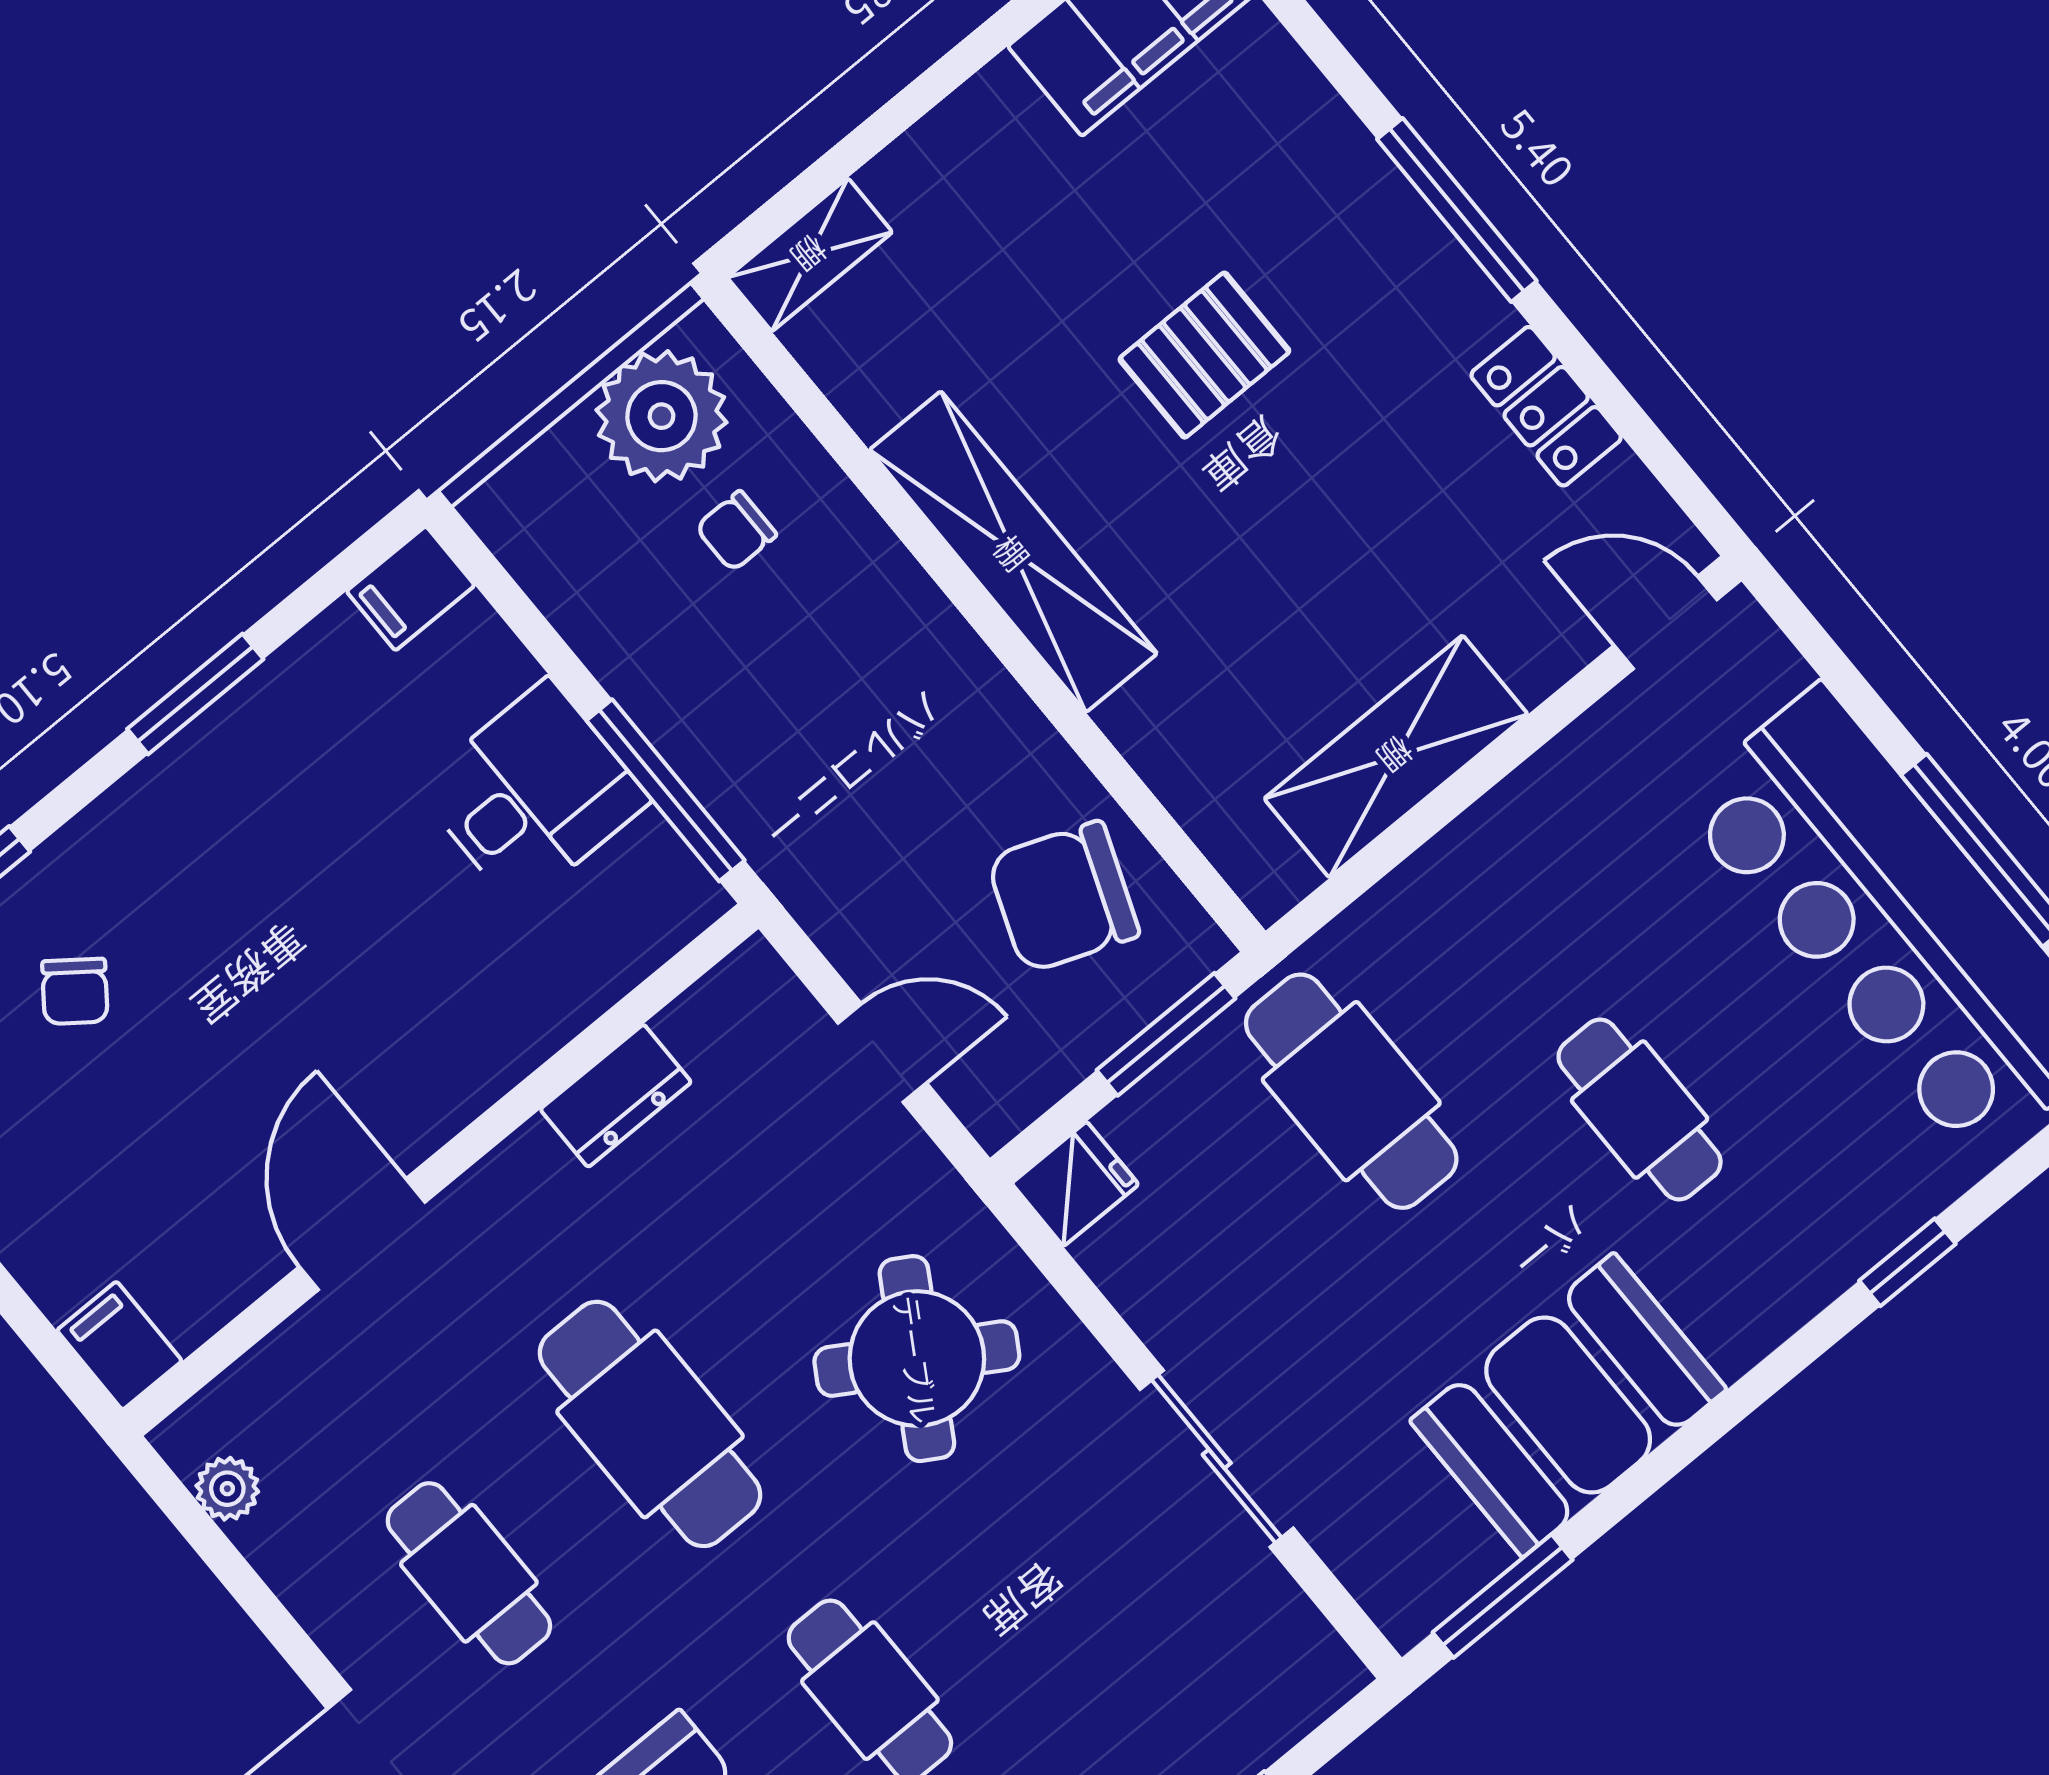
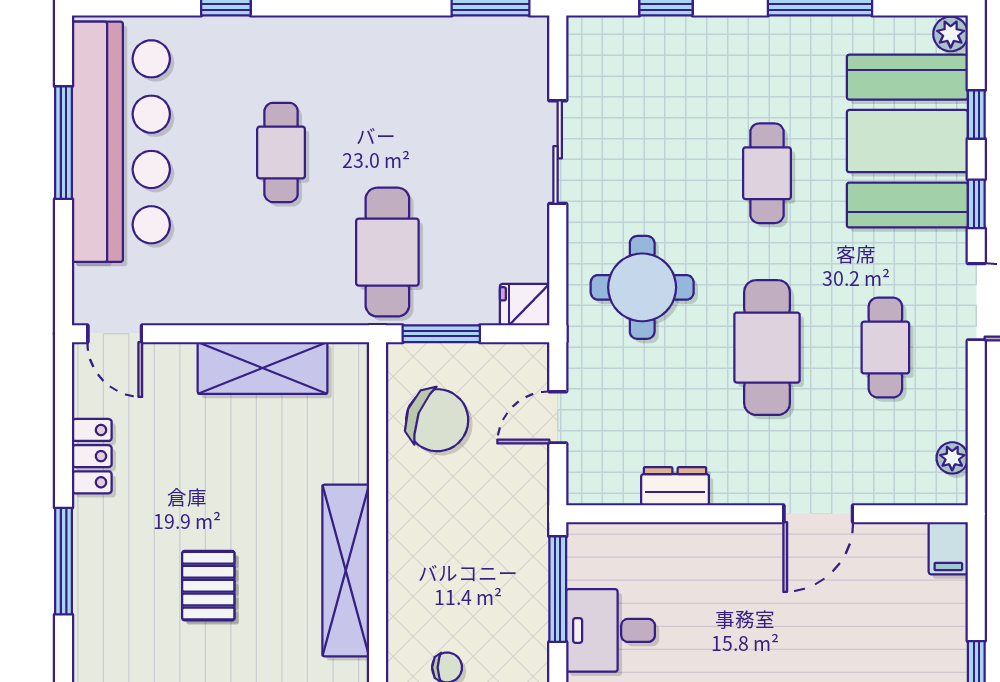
pallet: (1204, 355) -> (208, 586), turned 90
door: (882, 1053) -> (558, 417), hinge flipped
round table: (917, 1359) -> (642, 287), turned -31
booth: (1568, 1405) -> (404, 60), removed

